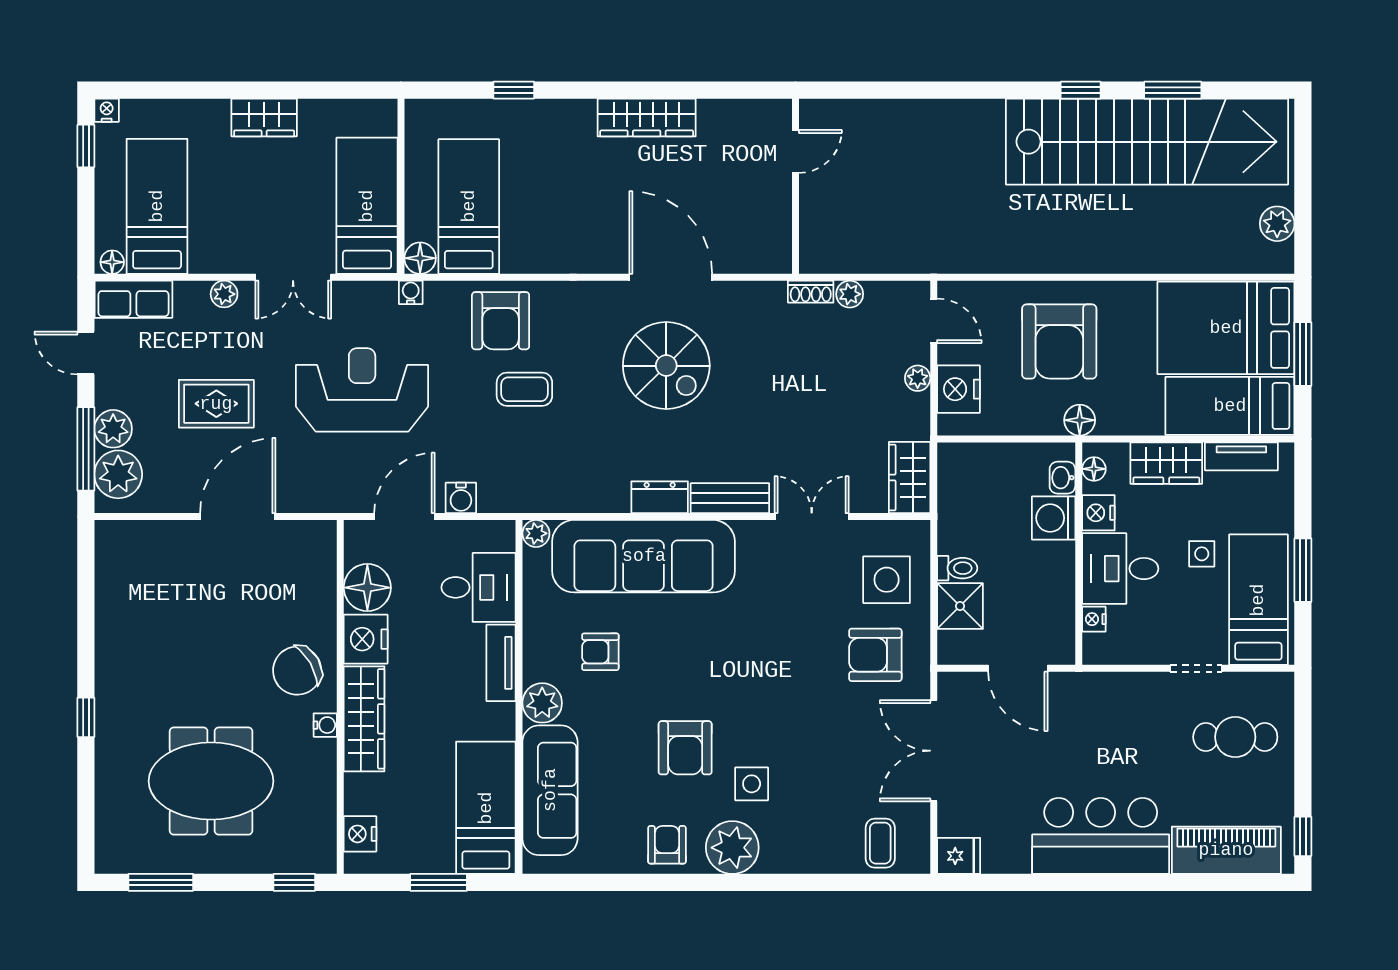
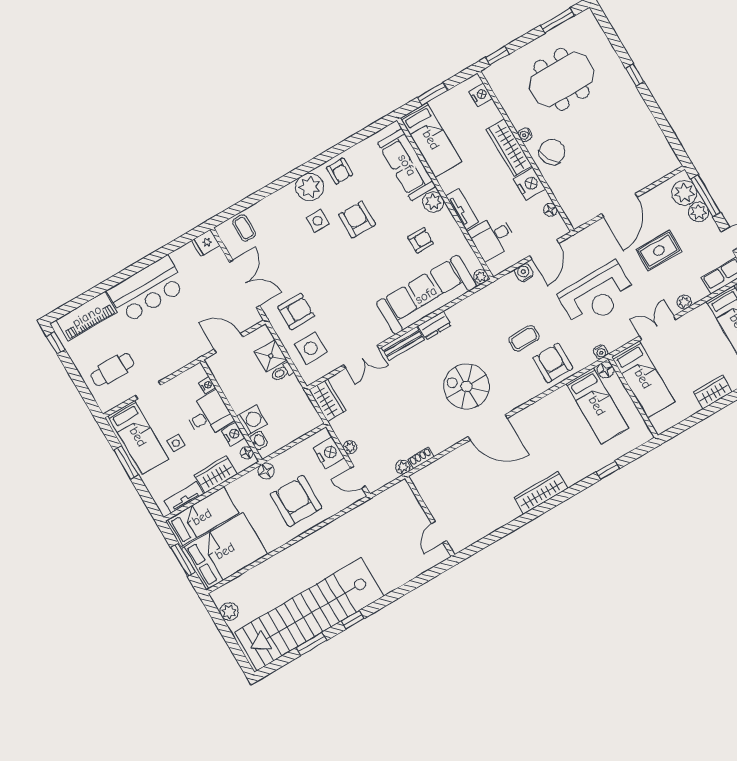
door: (796, 151) -> (439, 532), moved
wall: (796, 186) -> (430, 516), moved
floor lamp: (367, 588) -> (550, 210), width x0.53, depth x0.53

